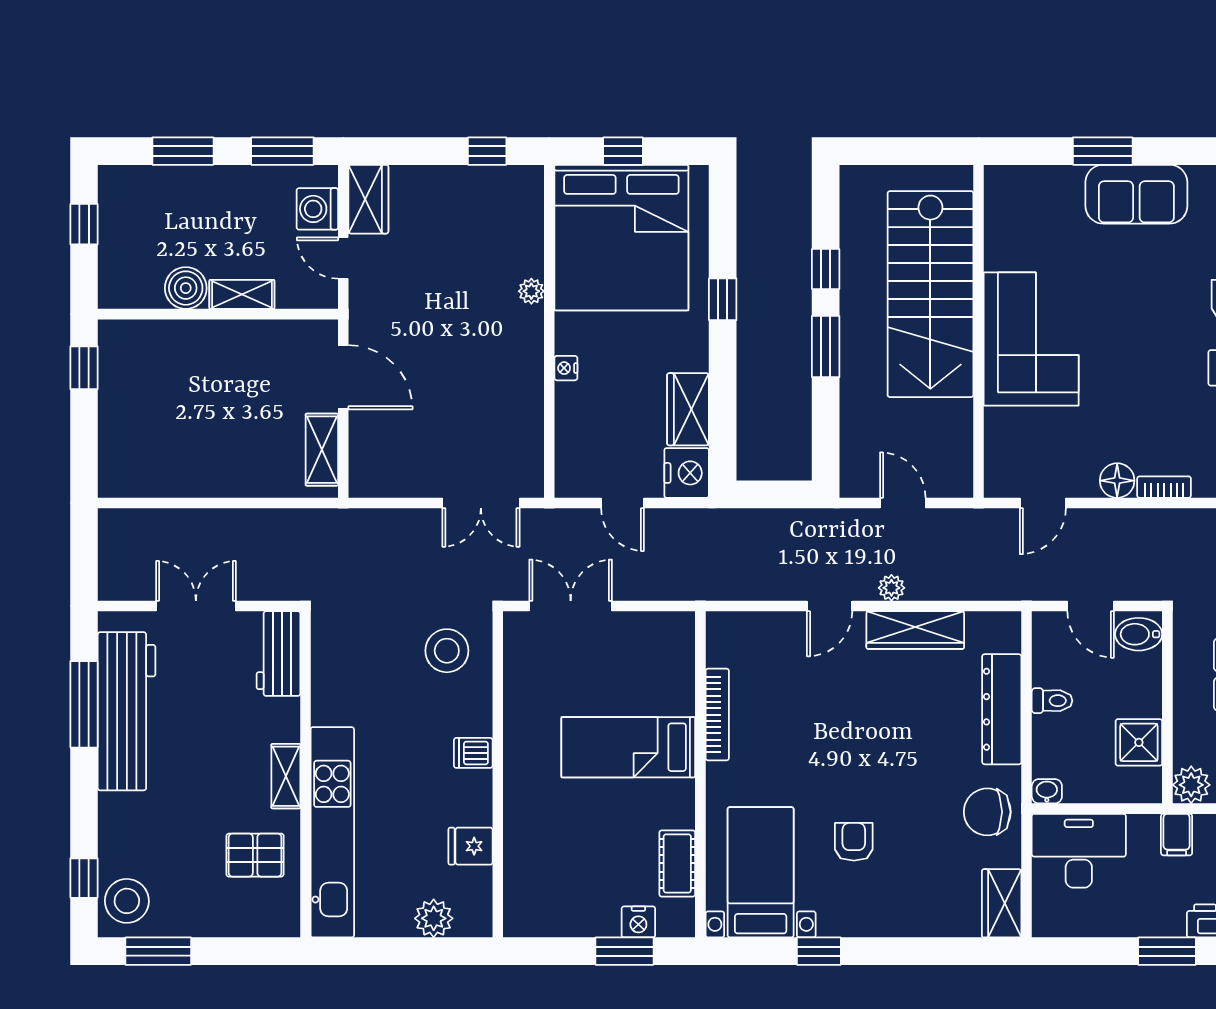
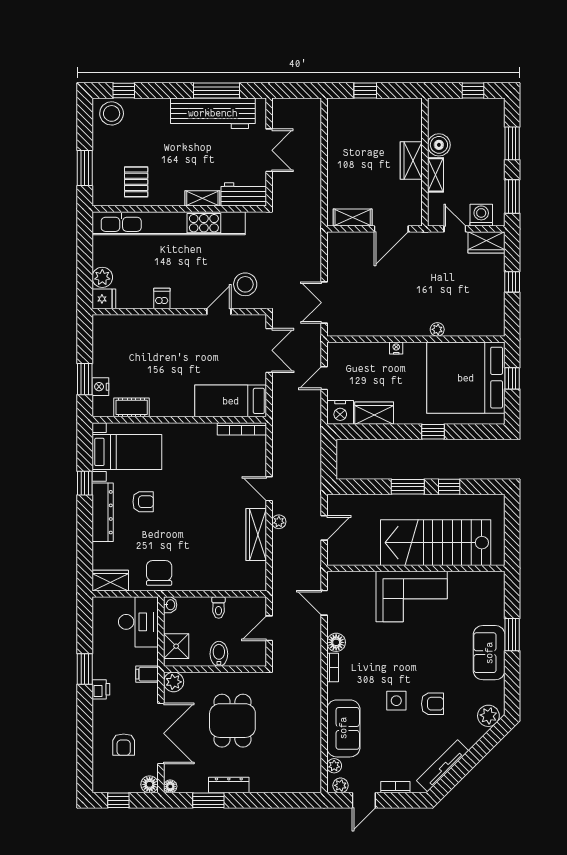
window: (487, 151) -> (512, 282), moved
door: (343, 258) -> (455, 229), hinge flipped
wardrobe: (215, 340) -> (411, 161), added
window: (84, 368) -> (365, 91), moved
bidet: (1139, 634) -> (219, 654), moved
door: (498, 700) -> (219, 312), added
dresser: (1002, 709) -> (103, 512), moved, turned 90
bookcase: (717, 715) -> (242, 429), moved
shower: (1139, 742) -> (176, 646), moved
bed: (628, 747) -> (231, 401), moved, turned -90
dishwasher: (473, 753) -> (162, 298), moved
shelving: (286, 776) -> (202, 198), moved
kitchen unit: (332, 832) -> (169, 223), width x1.36
fridge: (471, 846) -> (104, 299), moved, turned 90
window: (158, 951) -> (85, 168), moved

